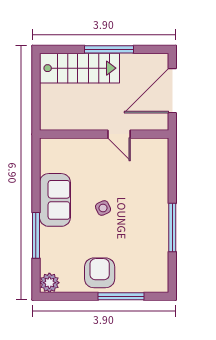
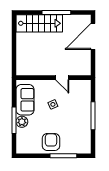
wall: (104, 134) -> (54, 78), moved
door: (119, 134) -> (62, 78), moved
plant: (49, 283) -> (22, 122), moved

